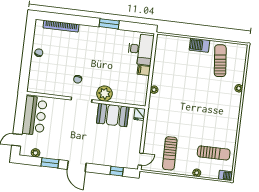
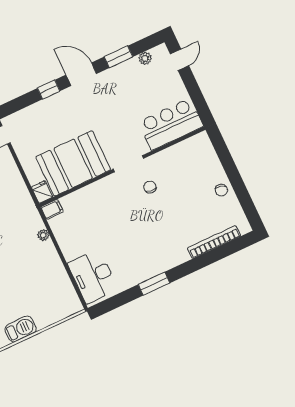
filing cabinet: (144, 70) -> (52, 209), moved
plant: (104, 94) -> (104, 190), removed
booth: (113, 115) -> (73, 163), width x1.36, depth x1.42
bar counter: (34, 116) -> (171, 124), moved, turned 90
window: (117, 171) -> (49, 90), moved

